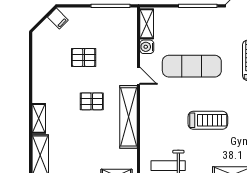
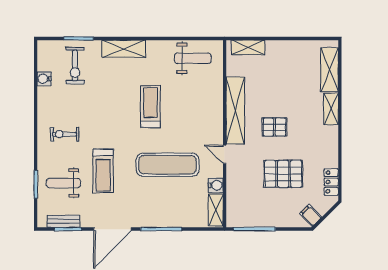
locker: (39, 50) -> (331, 182), added
pallet: (84, 58) -> (283, 174), width x1.50, depth x1.42
treadmill: (208, 120) -> (150, 107), turned 90

